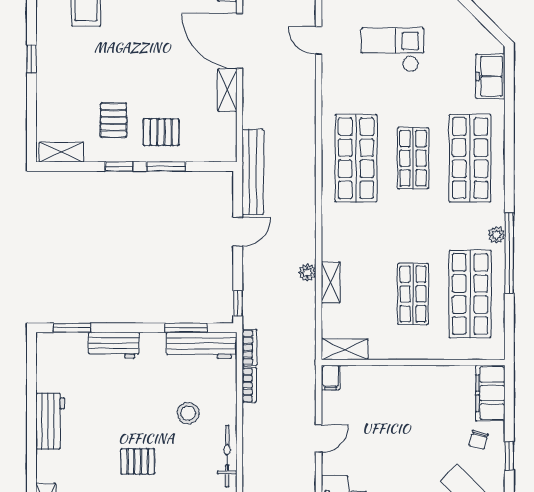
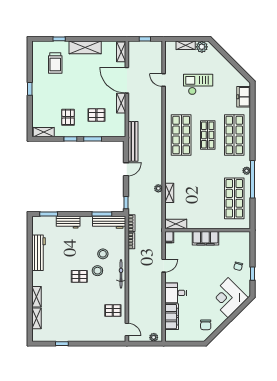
pallet: (161, 132) -> (96, 115), moved
shop shelf: (413, 294) -> (208, 198), removed
filing cabinet: (490, 393) -> (206, 238), moved, turned -90
workbench: (50, 421) -> (39, 253), width x1.38
stool: (177, 449) -> (97, 271), added

